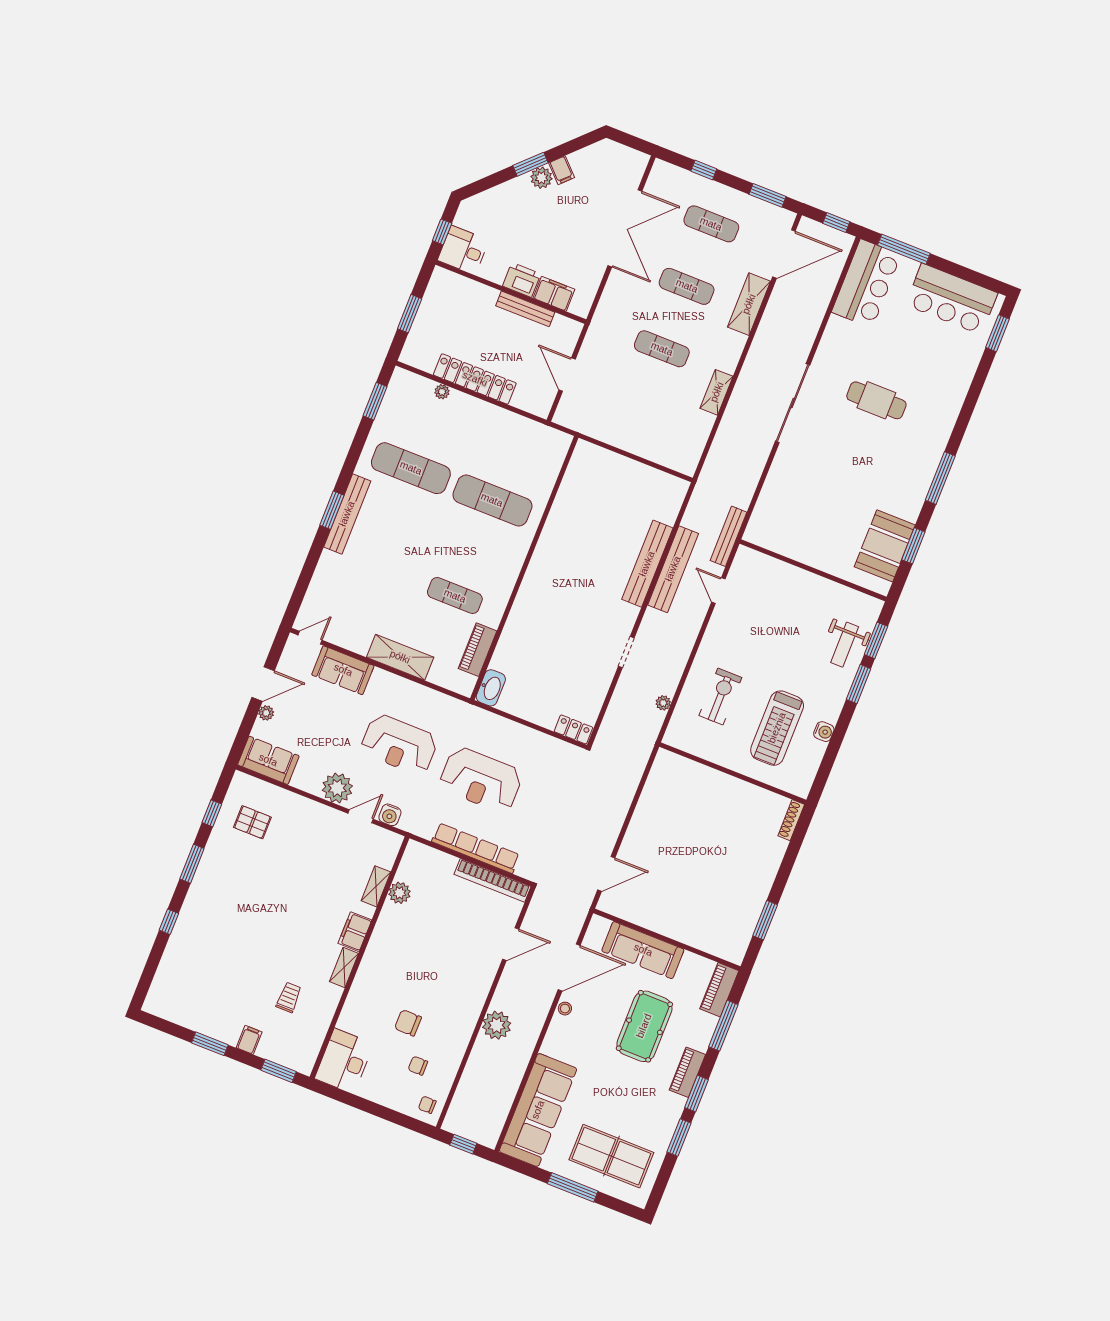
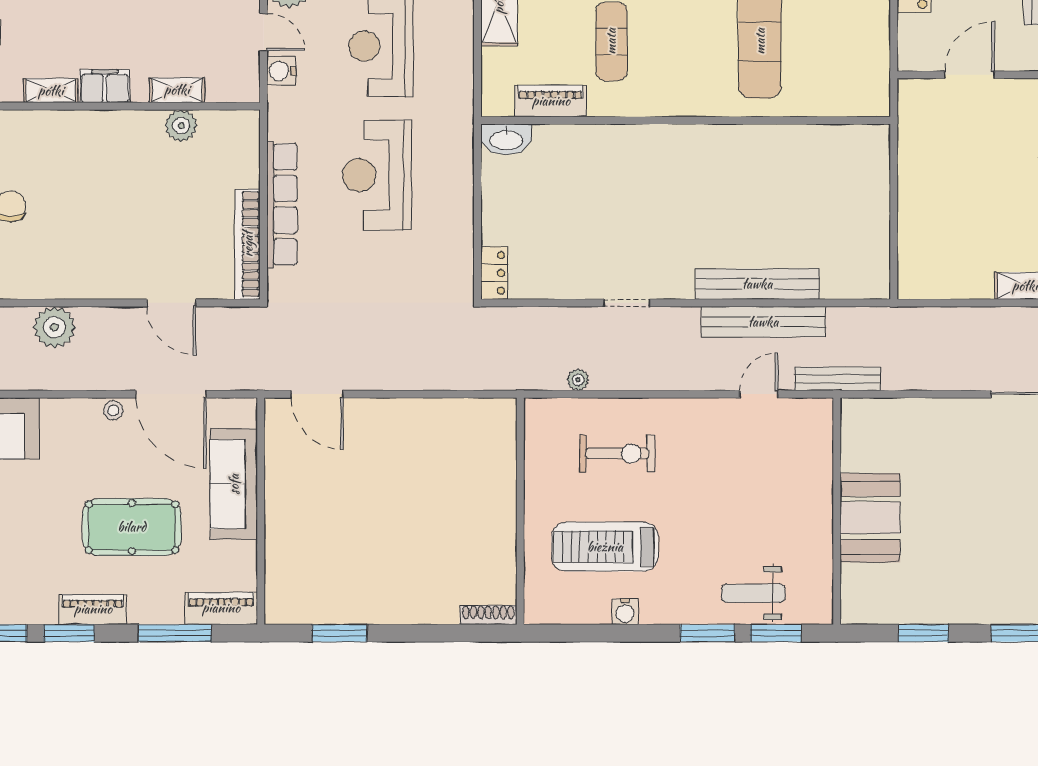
booth: (885, 546) -> (870, 518), moved, turned 90

